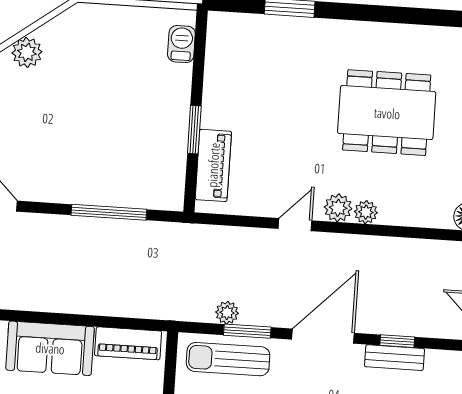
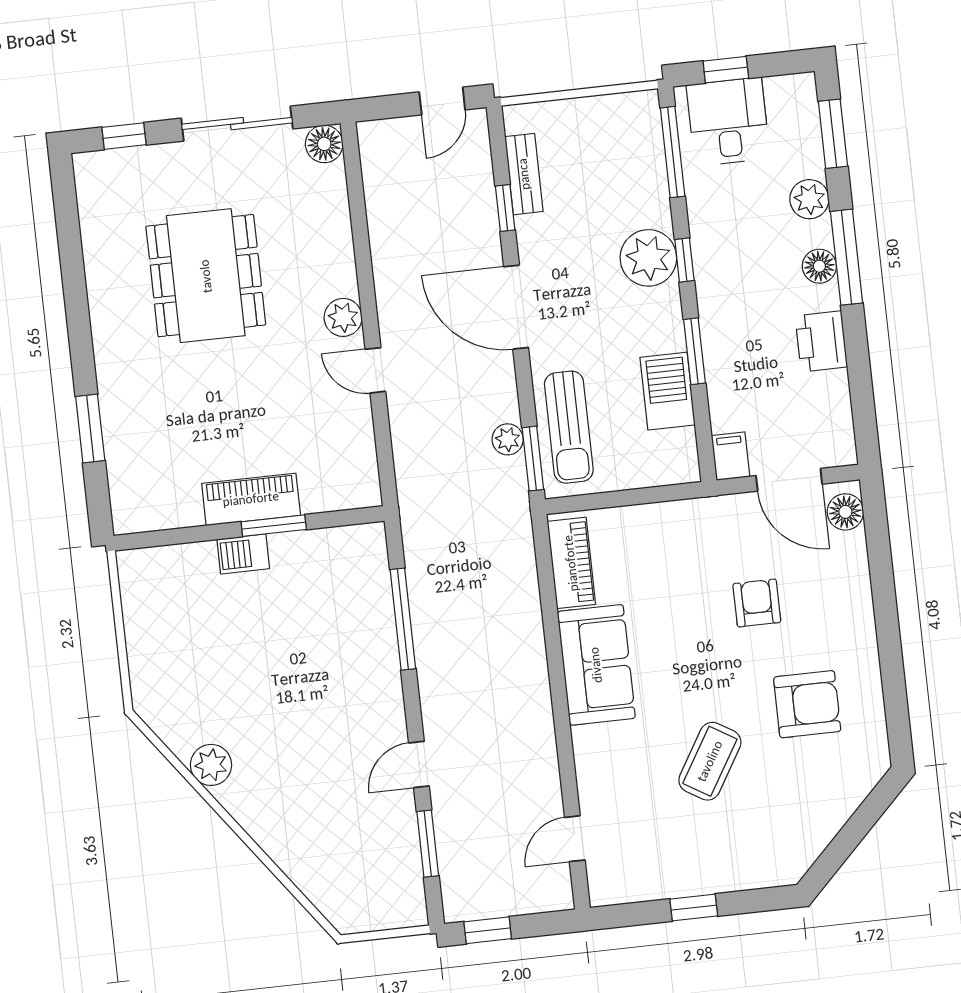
barbecue: (181, 44) -> (243, 554), moved
piano: (213, 165) -> (251, 499), moved
plant: (366, 212) -> (342, 280), removed
window: (247, 331) -> (533, 459), moved
bench: (395, 358) -> (524, 174), moved

